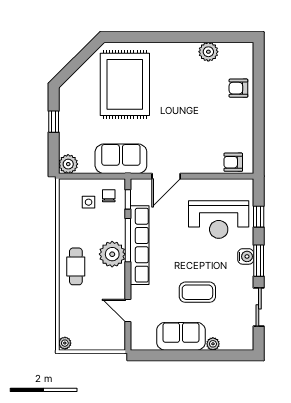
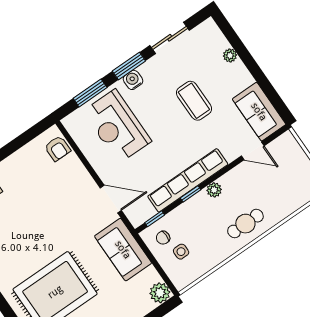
window: (259, 217) -> (90, 93), width x1.50
reception desk: (219, 220) -> (117, 126), turned 180
window: (128, 240) -> (191, 194), width x0.46
plant: (112, 254) -> (214, 190), width x0.53, depth x0.53
door: (128, 311) -> (253, 151), hinge flipped
sofa: (181, 336) -> (259, 112), moved

